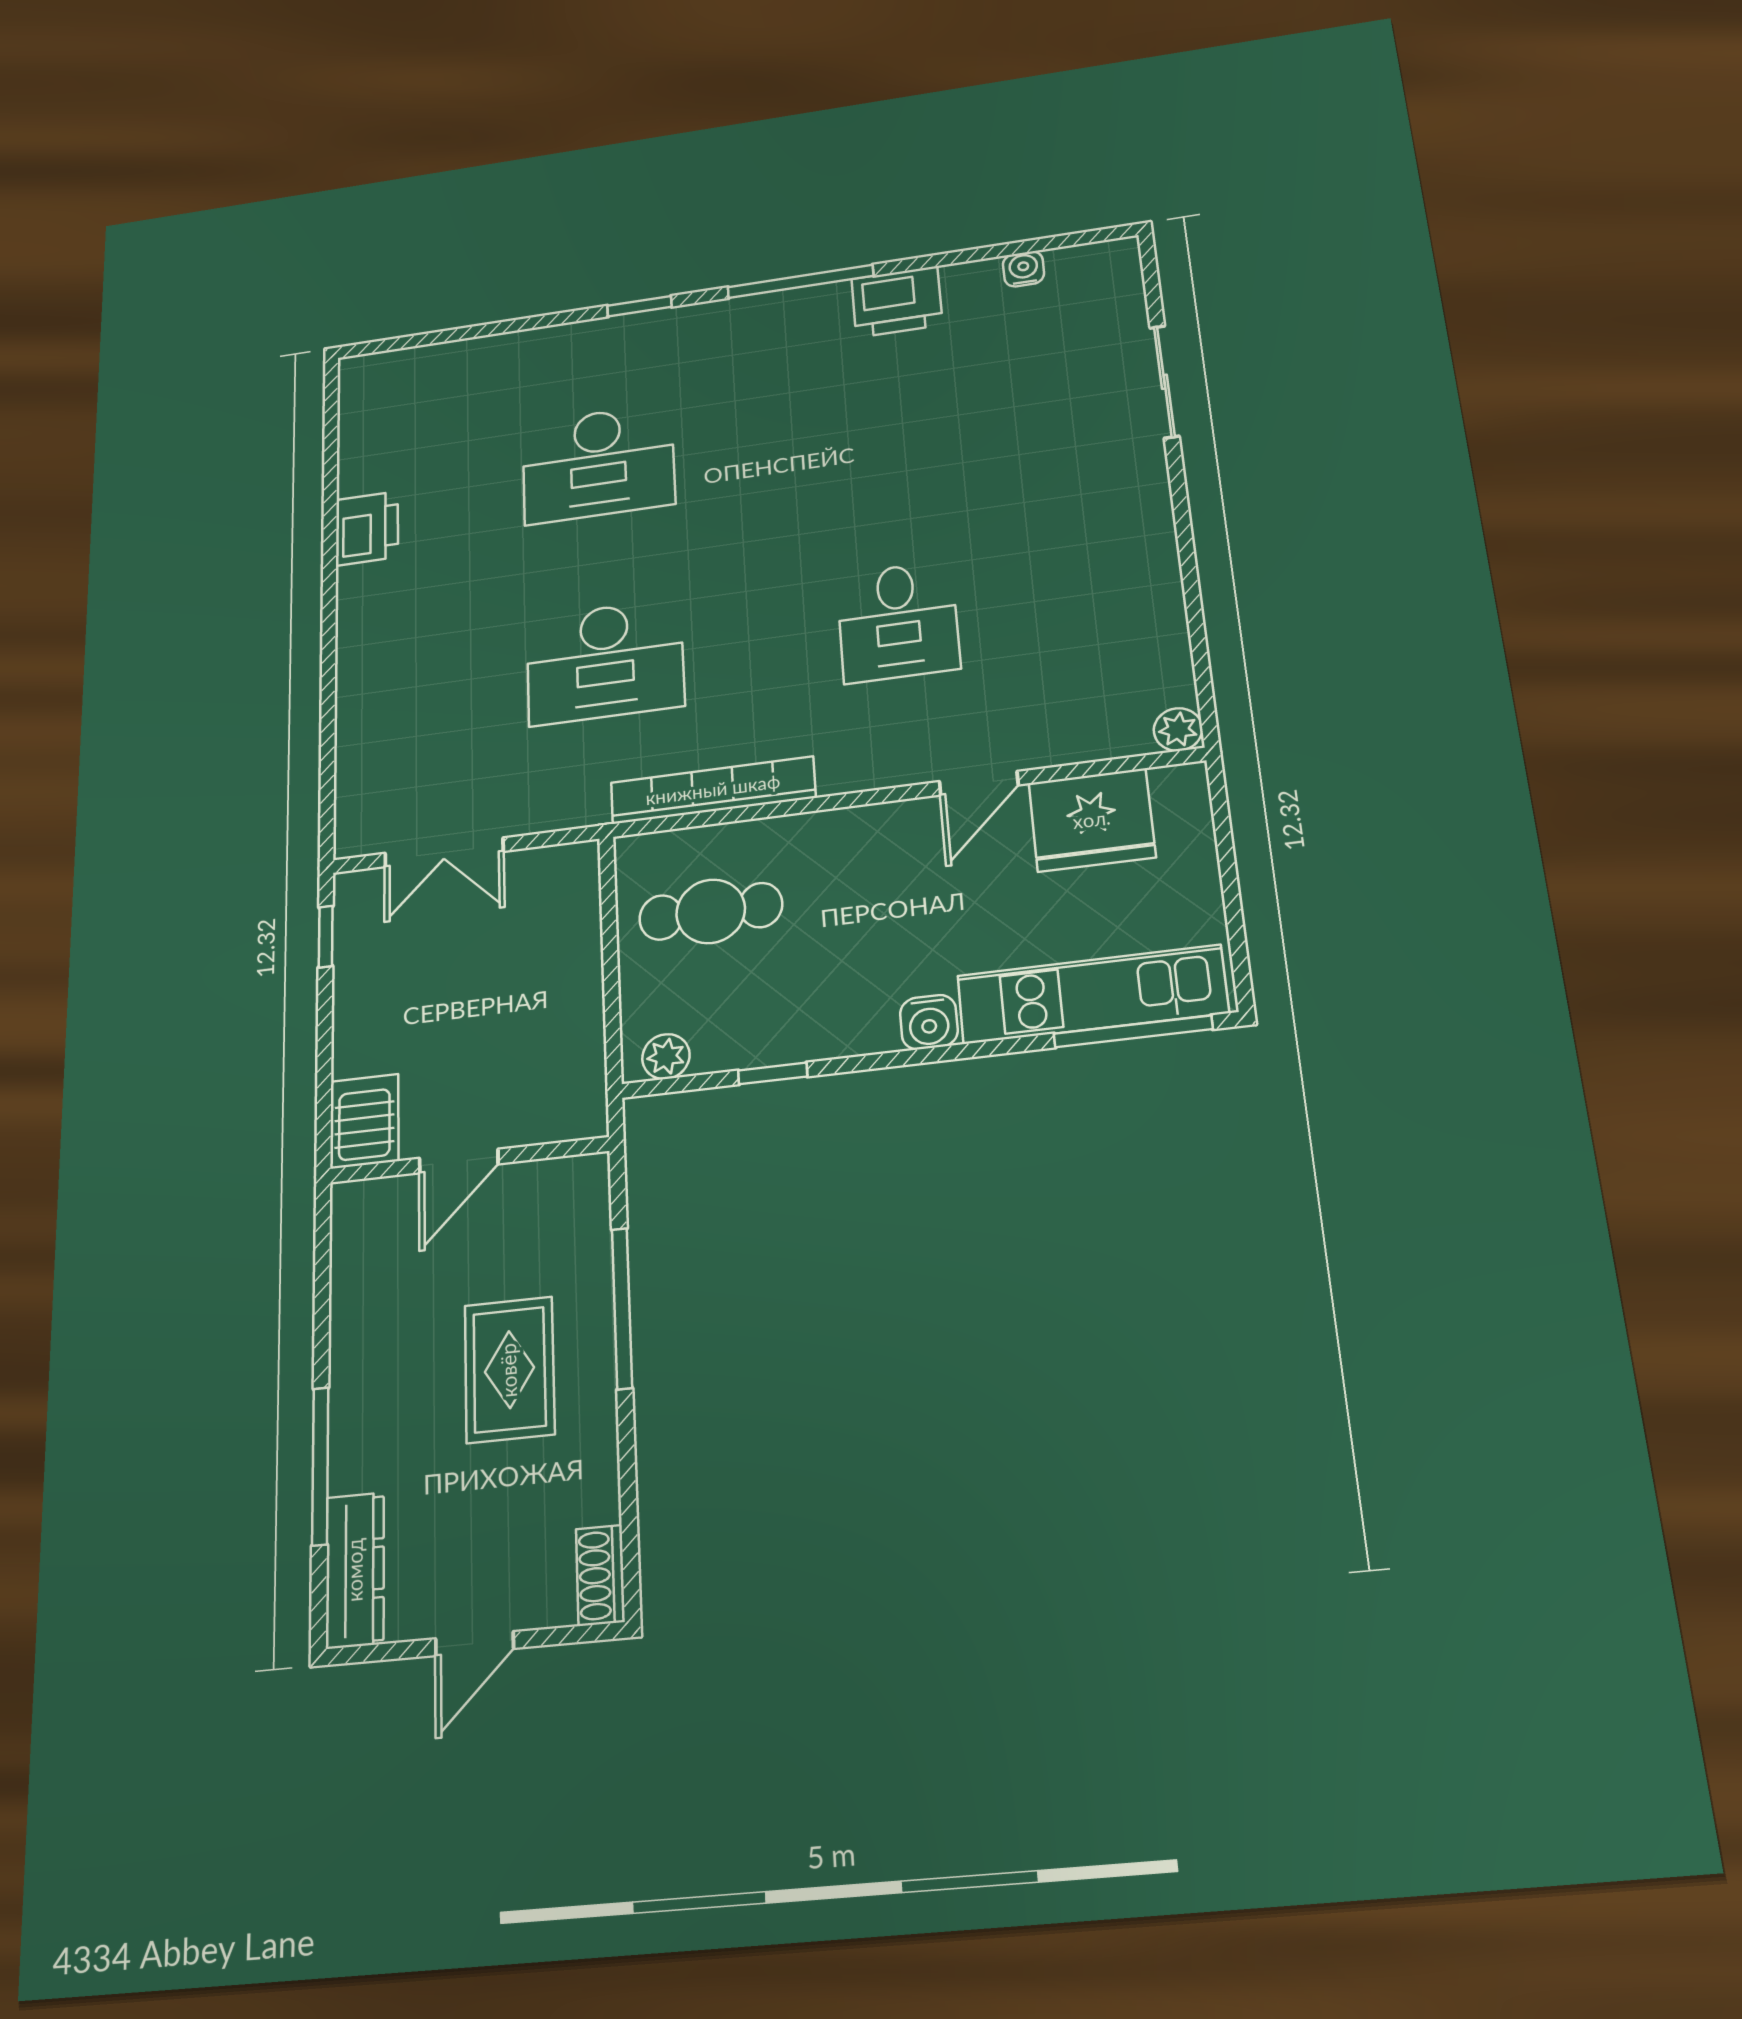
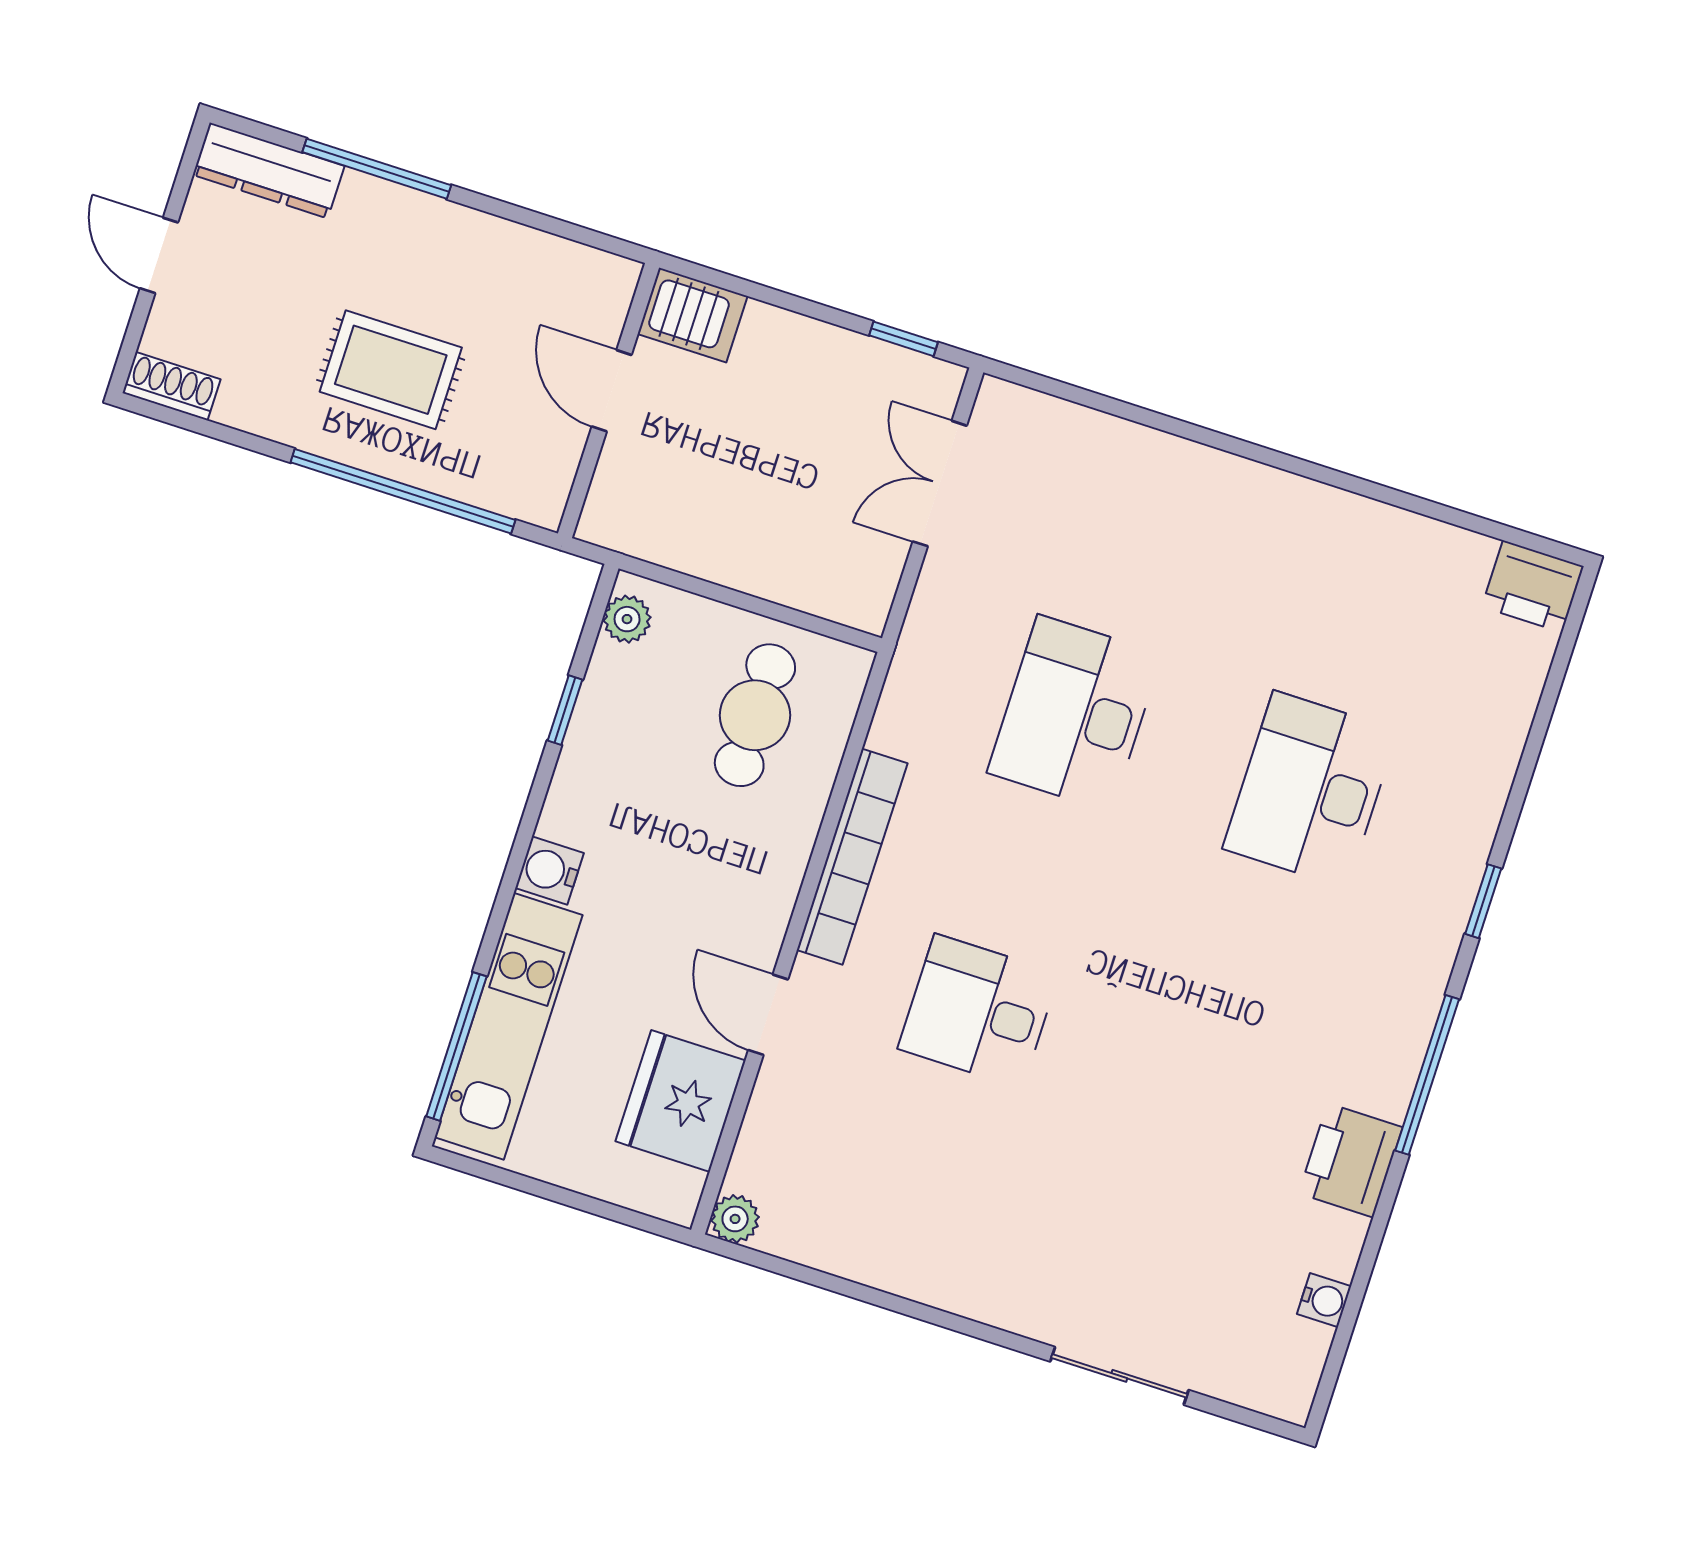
printer: (367, 528) -> (1533, 586), moved
bookcase: (713, 790) -> (852, 857), moved
window: (622, 1308) -> (403, 491), width x1.46

